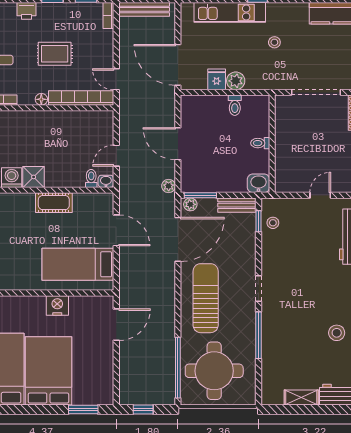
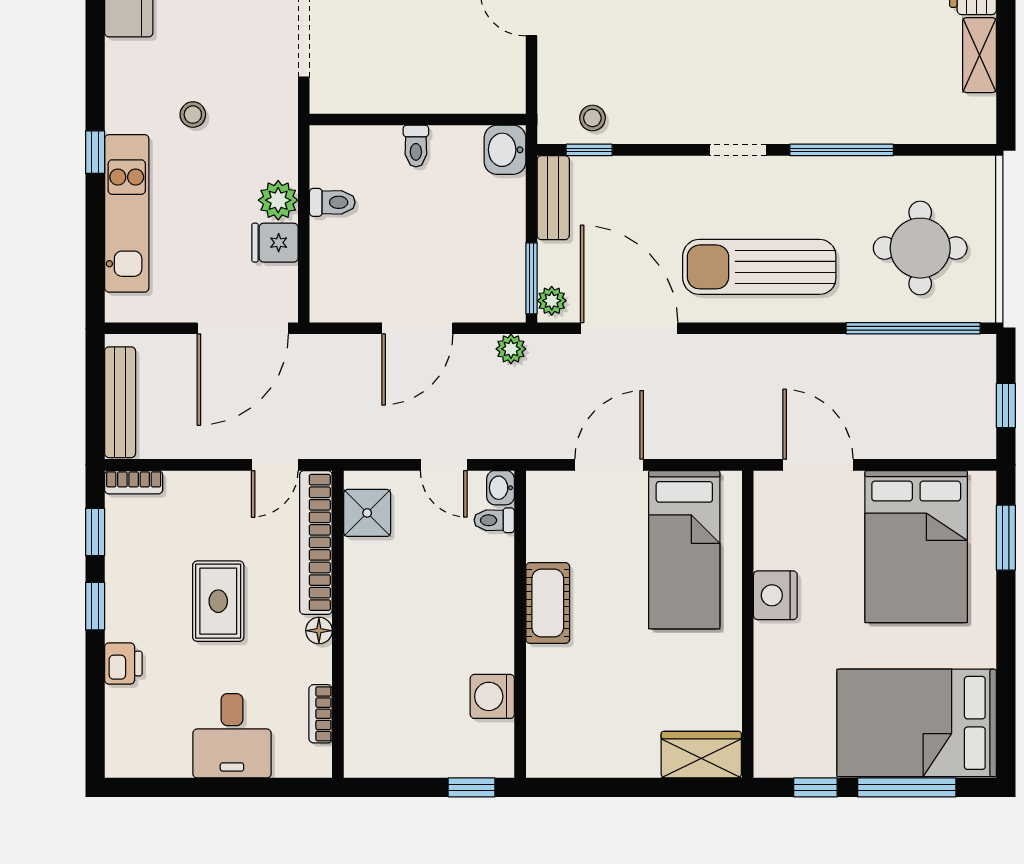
shower: (34, 177) -> (367, 513), moved
bed: (48, 371) -> (916, 547), moved, turned -90
round table: (214, 371) -> (920, 248), width x0.73, depth x0.73

